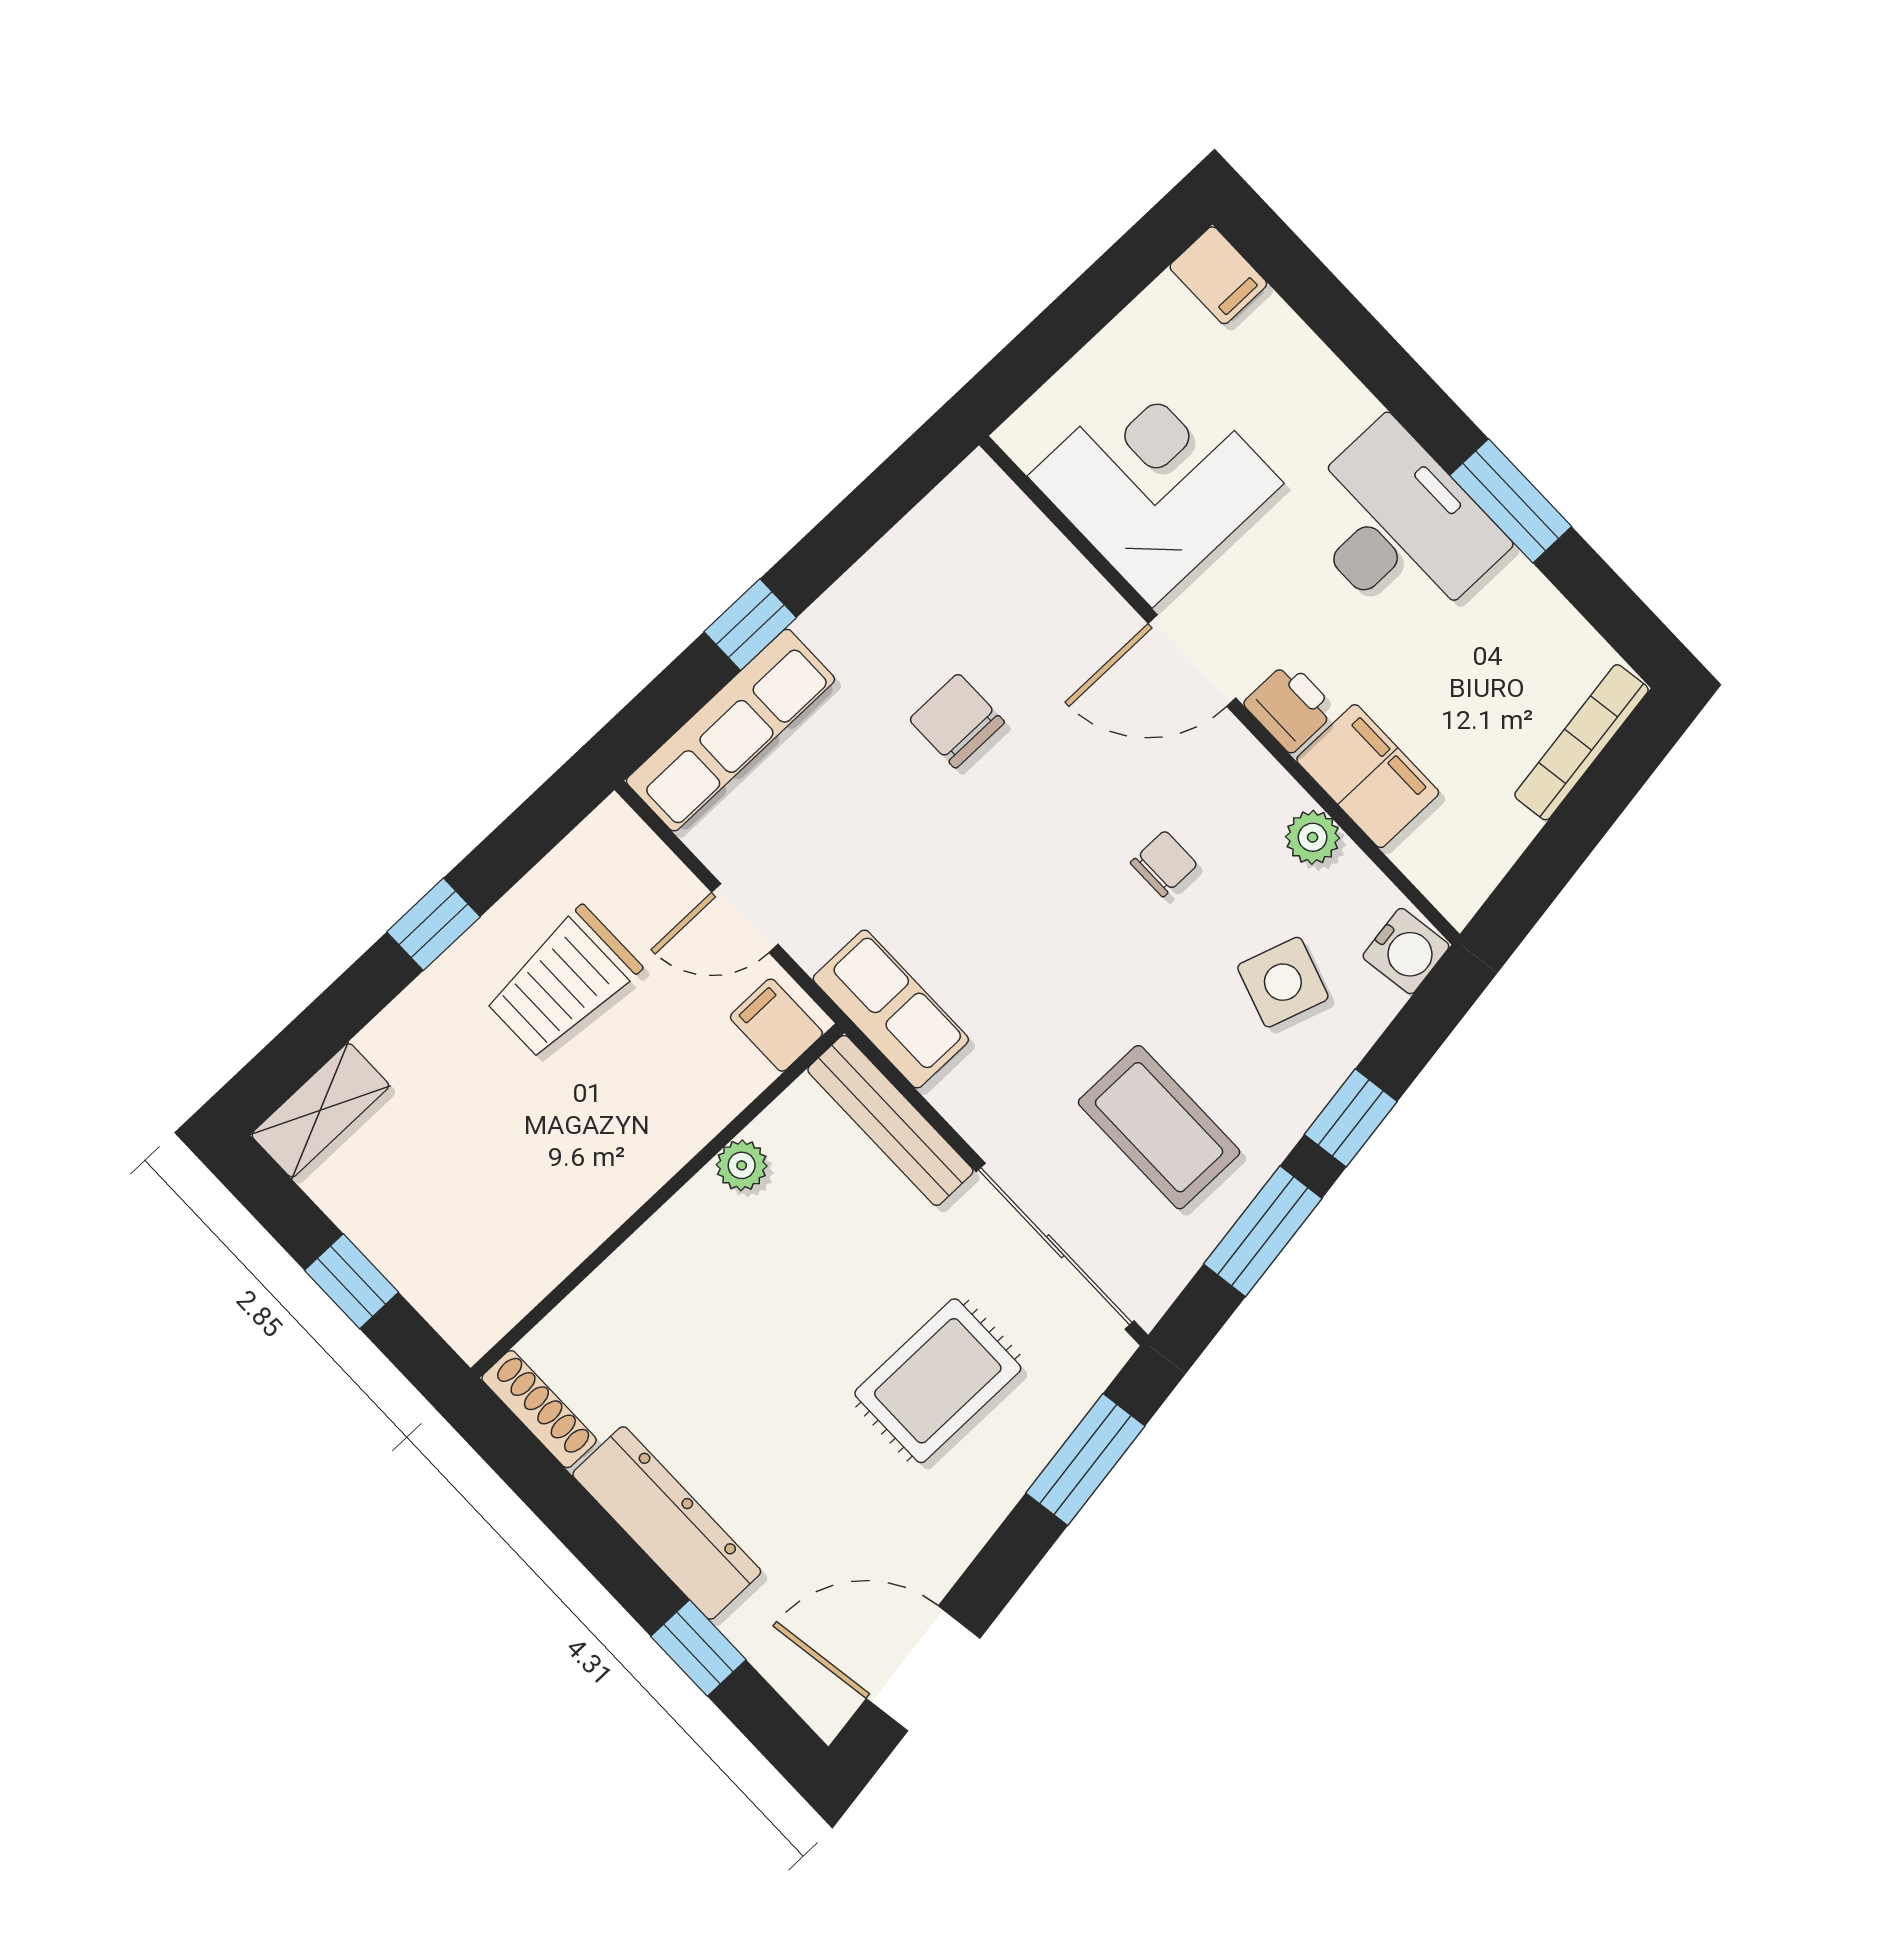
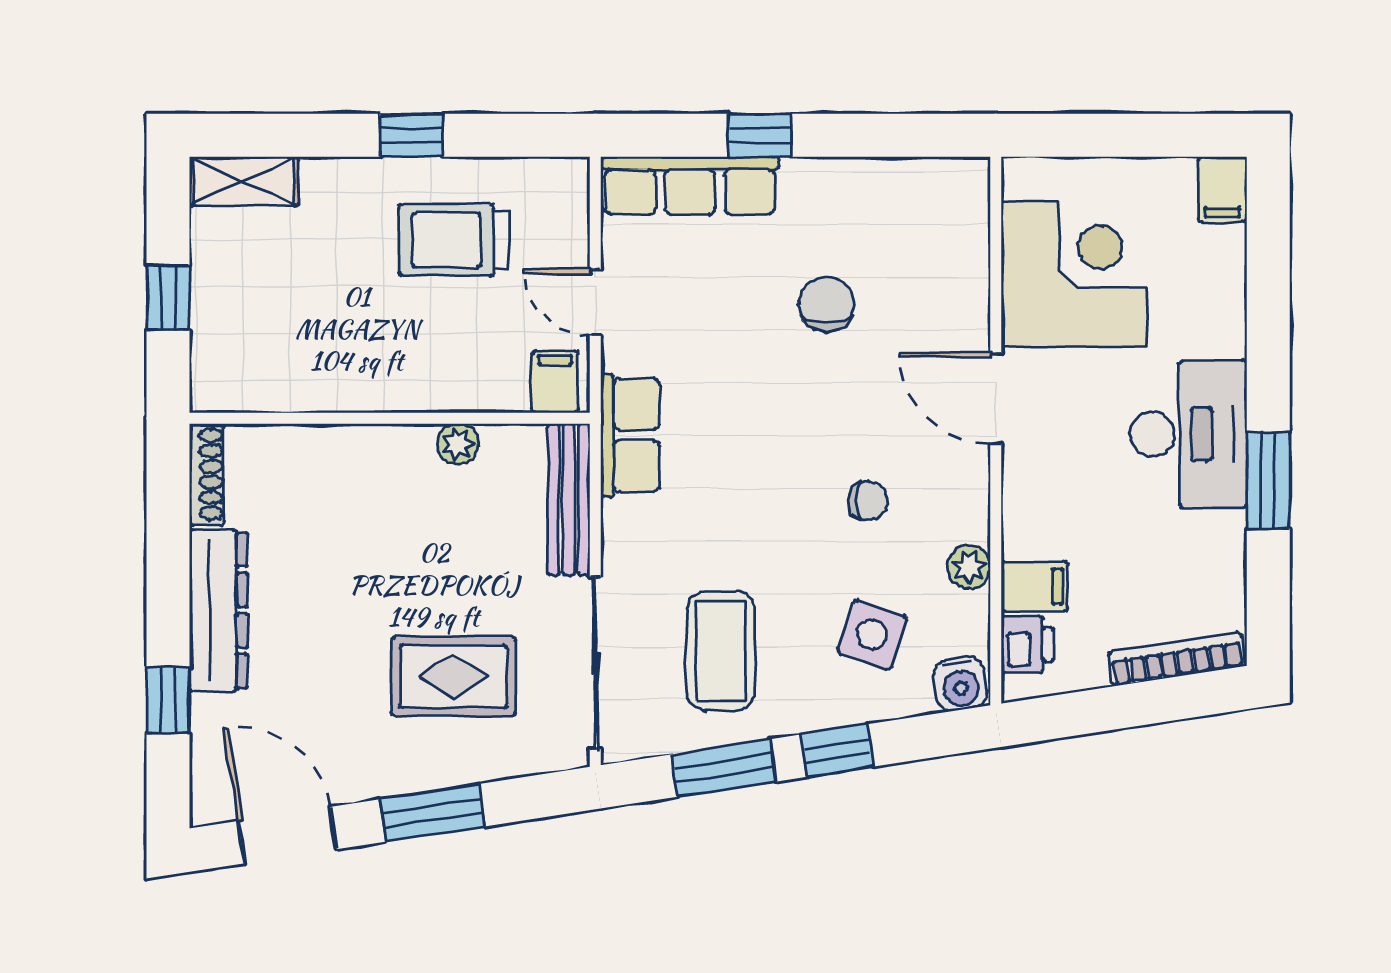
printer: (1290, 707) -> (1027, 644), moved
filing cabinet: (1368, 776) -> (1034, 586), width x0.50
window: (1085, 1459) -> (432, 813), moved

